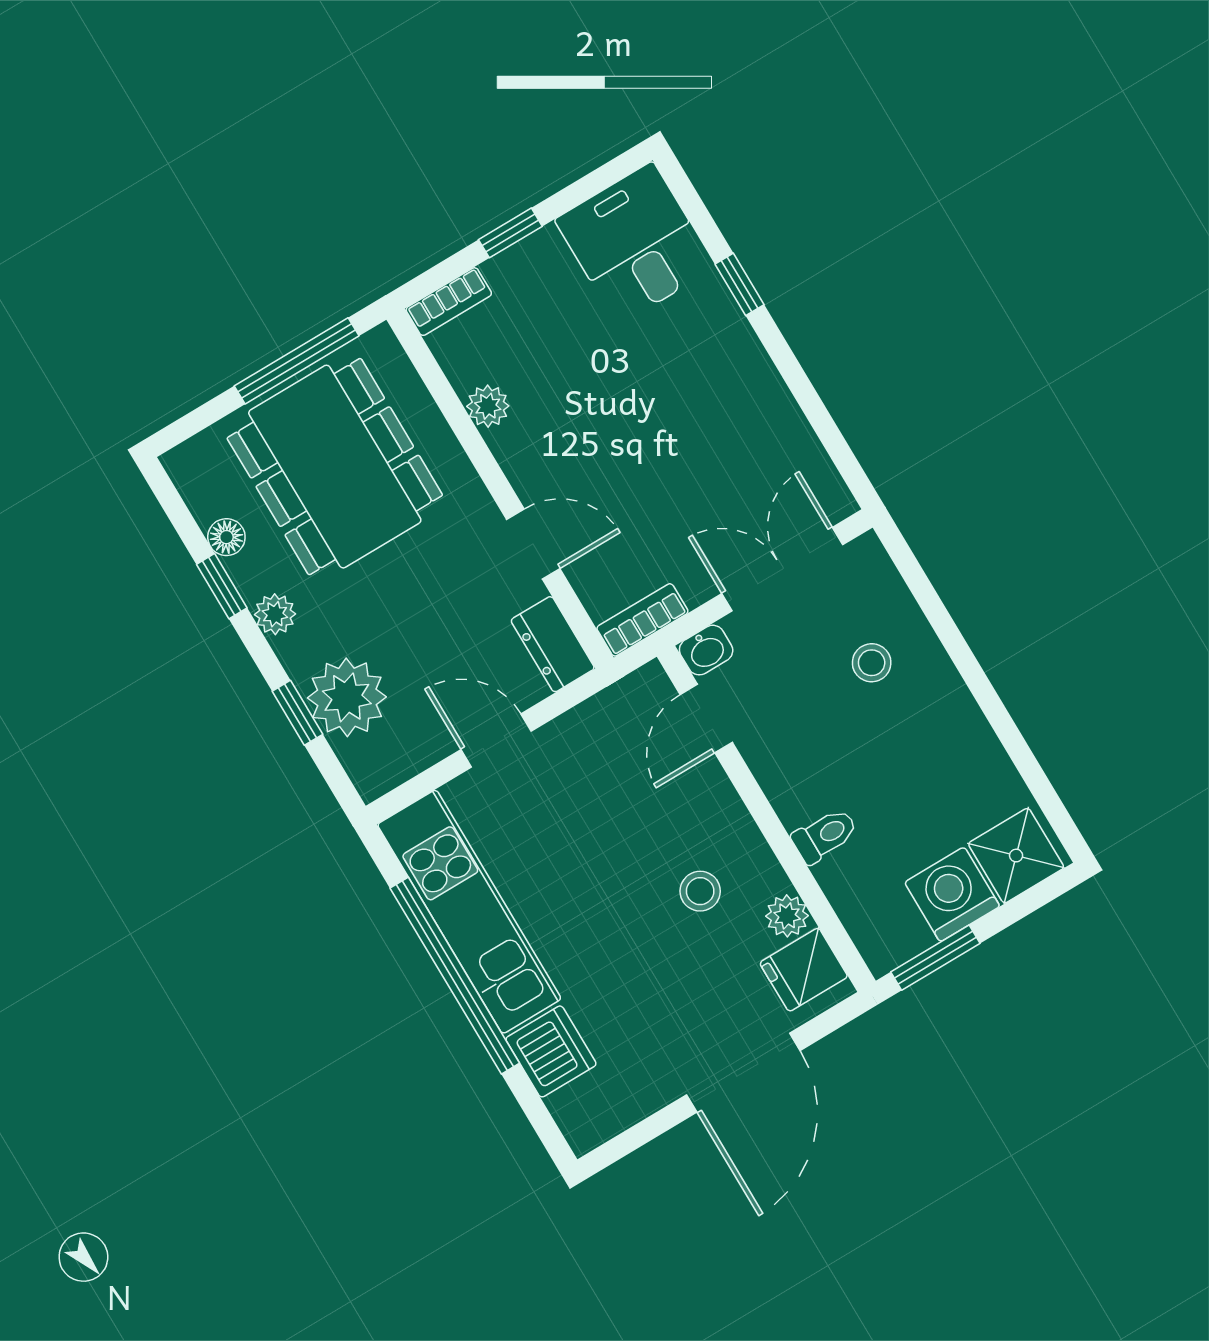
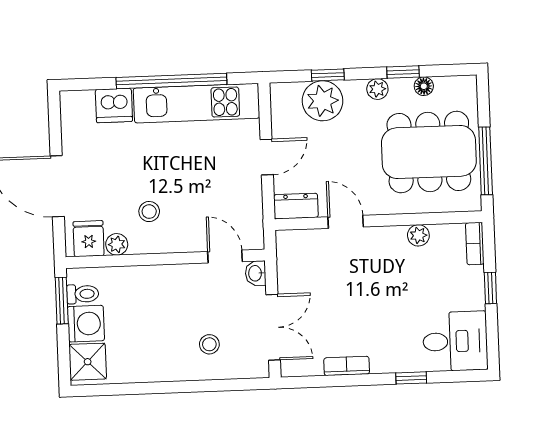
door: (533, 544) -> (346, 222), swing flipped
bookcase: (642, 620) -> (347, 366), moved, turned -90
toilet: (825, 836) -> (83, 294), moved, turned -90

